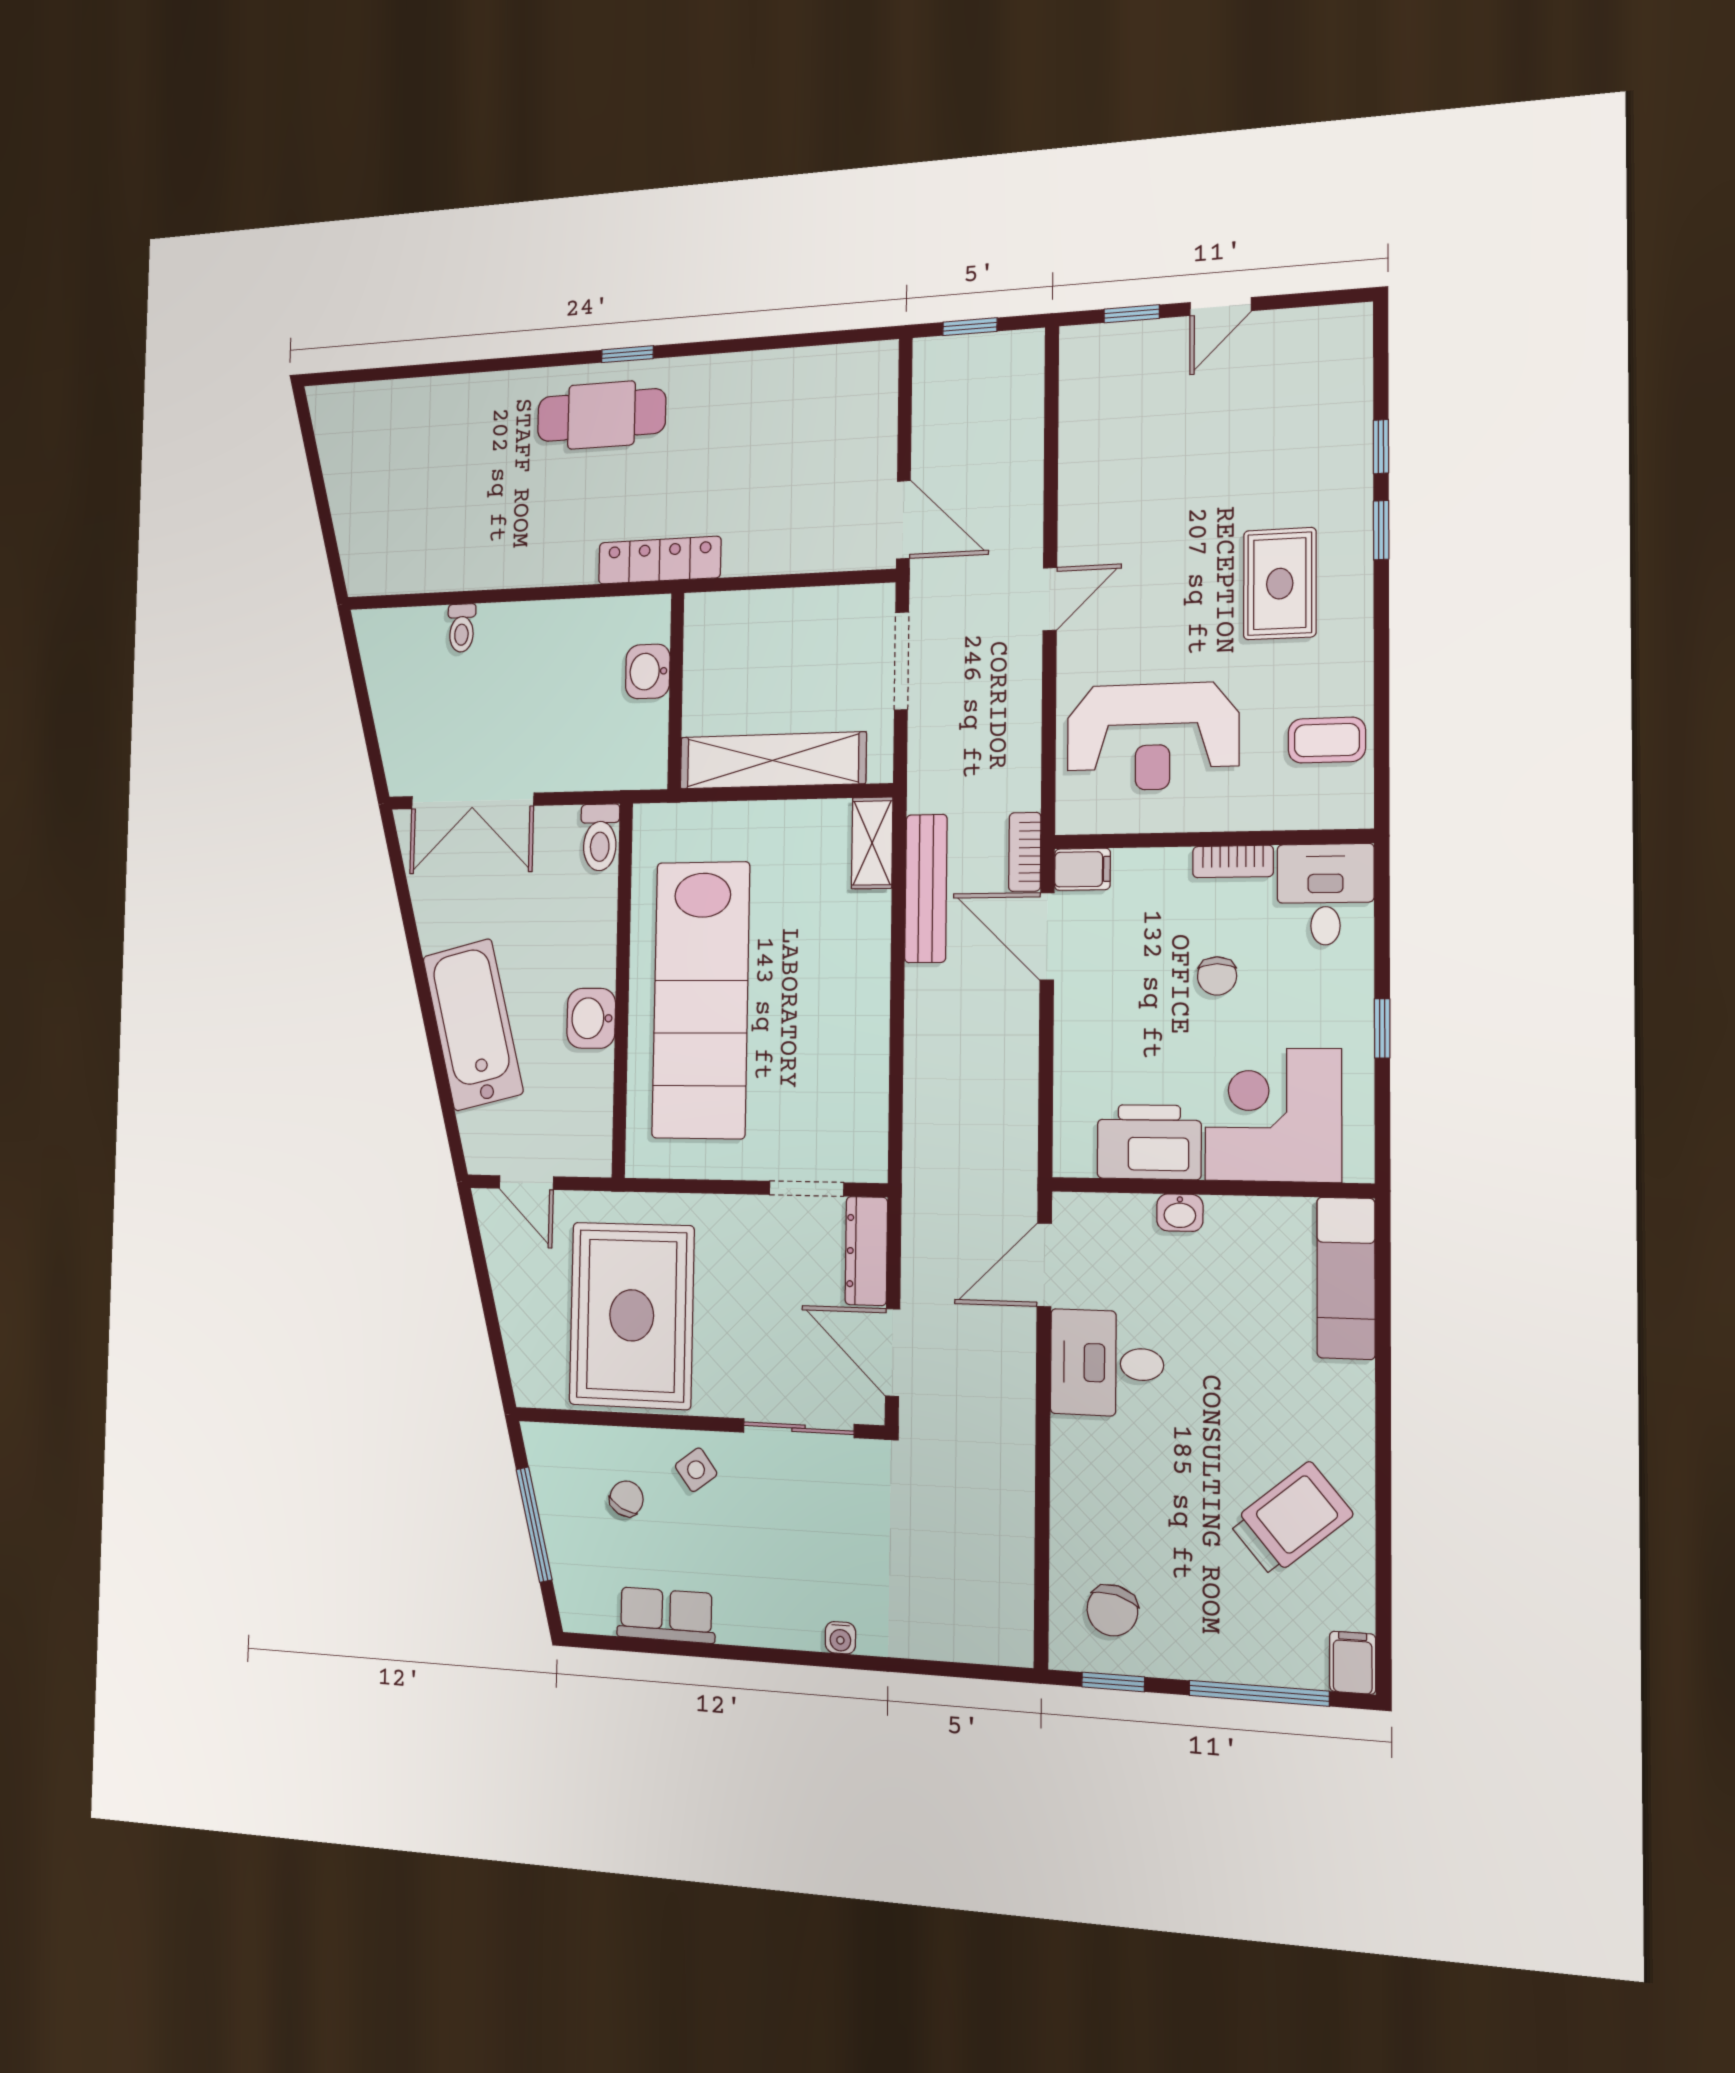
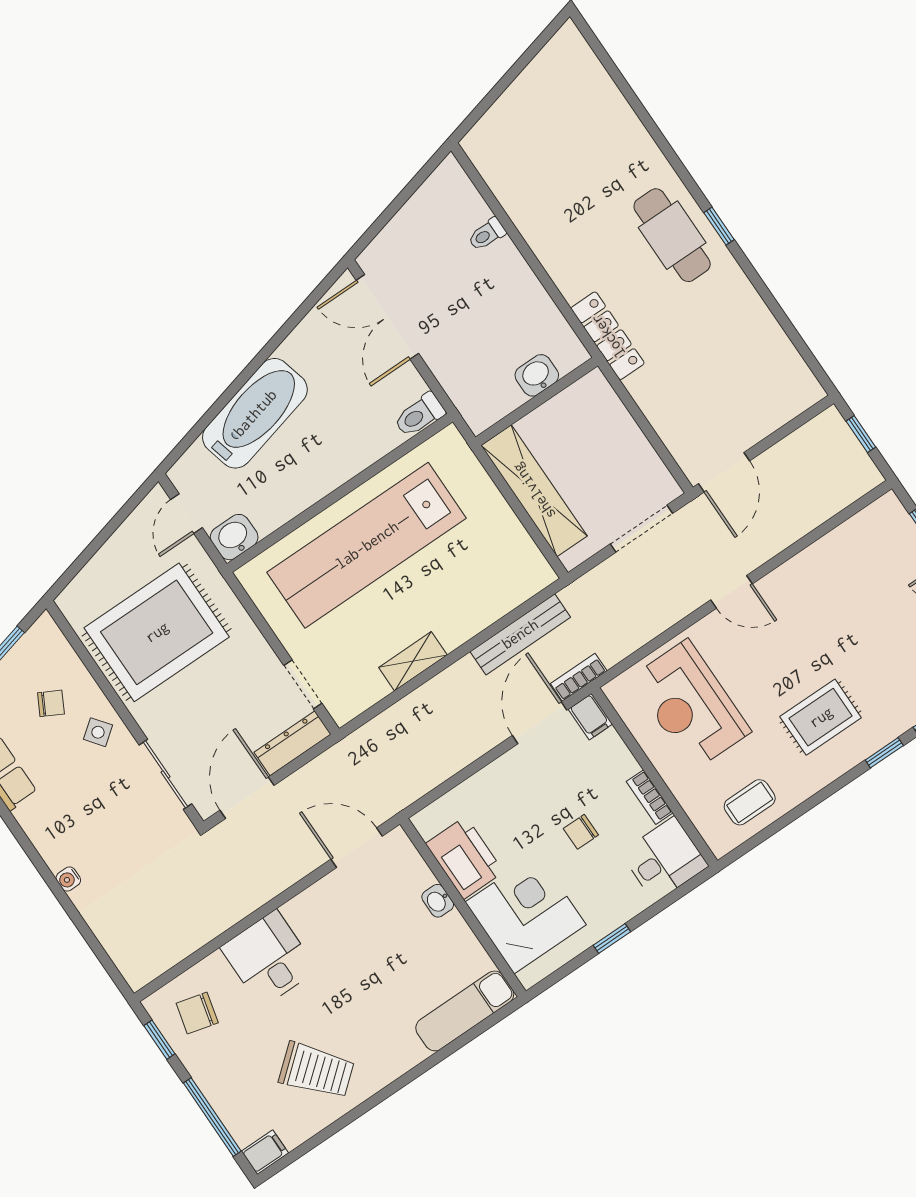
coffee table: (1327, 740) -> (750, 802), turned 90
shelving: (872, 843) -> (413, 661), moved
washbasin: (591, 1018) -> (234, 537), moved
desk: (1107, 1363) -> (269, 959), moved

